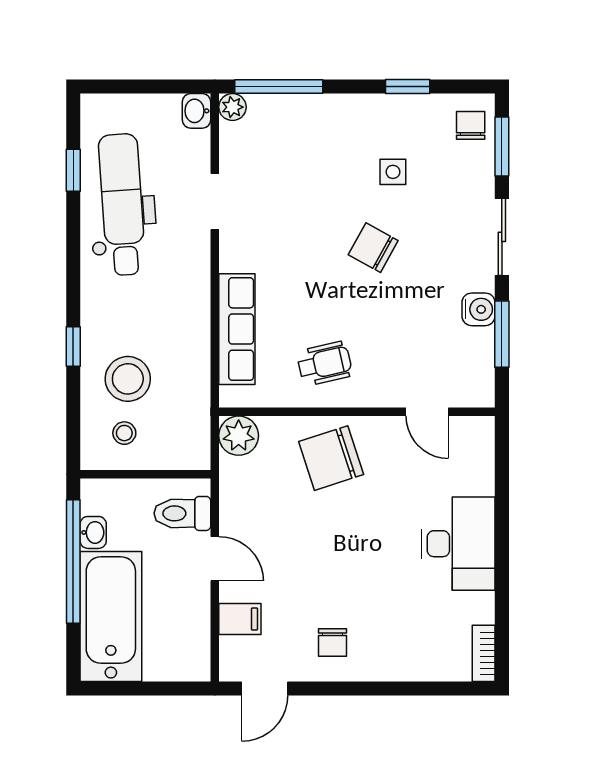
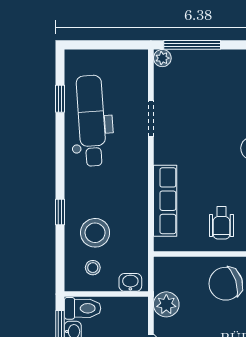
washbasin: (196, 111) -> (130, 282), moved, turned 90
wheelchair: (325, 363) -> (221, 223), turned 103
plant: (239, 436) -> (166, 304), moved
toilet: (182, 513) -> (83, 308), moved, turned 180

